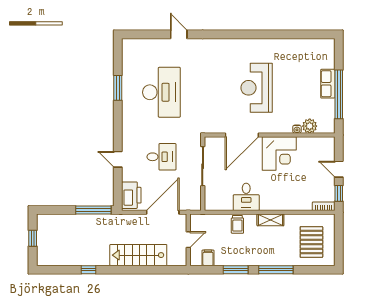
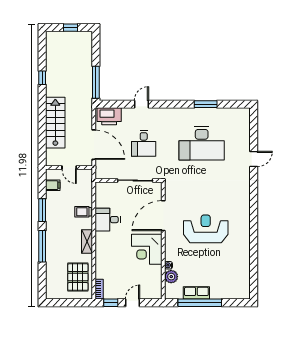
row of seats: (328, 84) -> (196, 293), moved
door: (242, 135) -> (163, 216), hinge flipped
pallet: (311, 242) -> (78, 277), moved, turned 90

